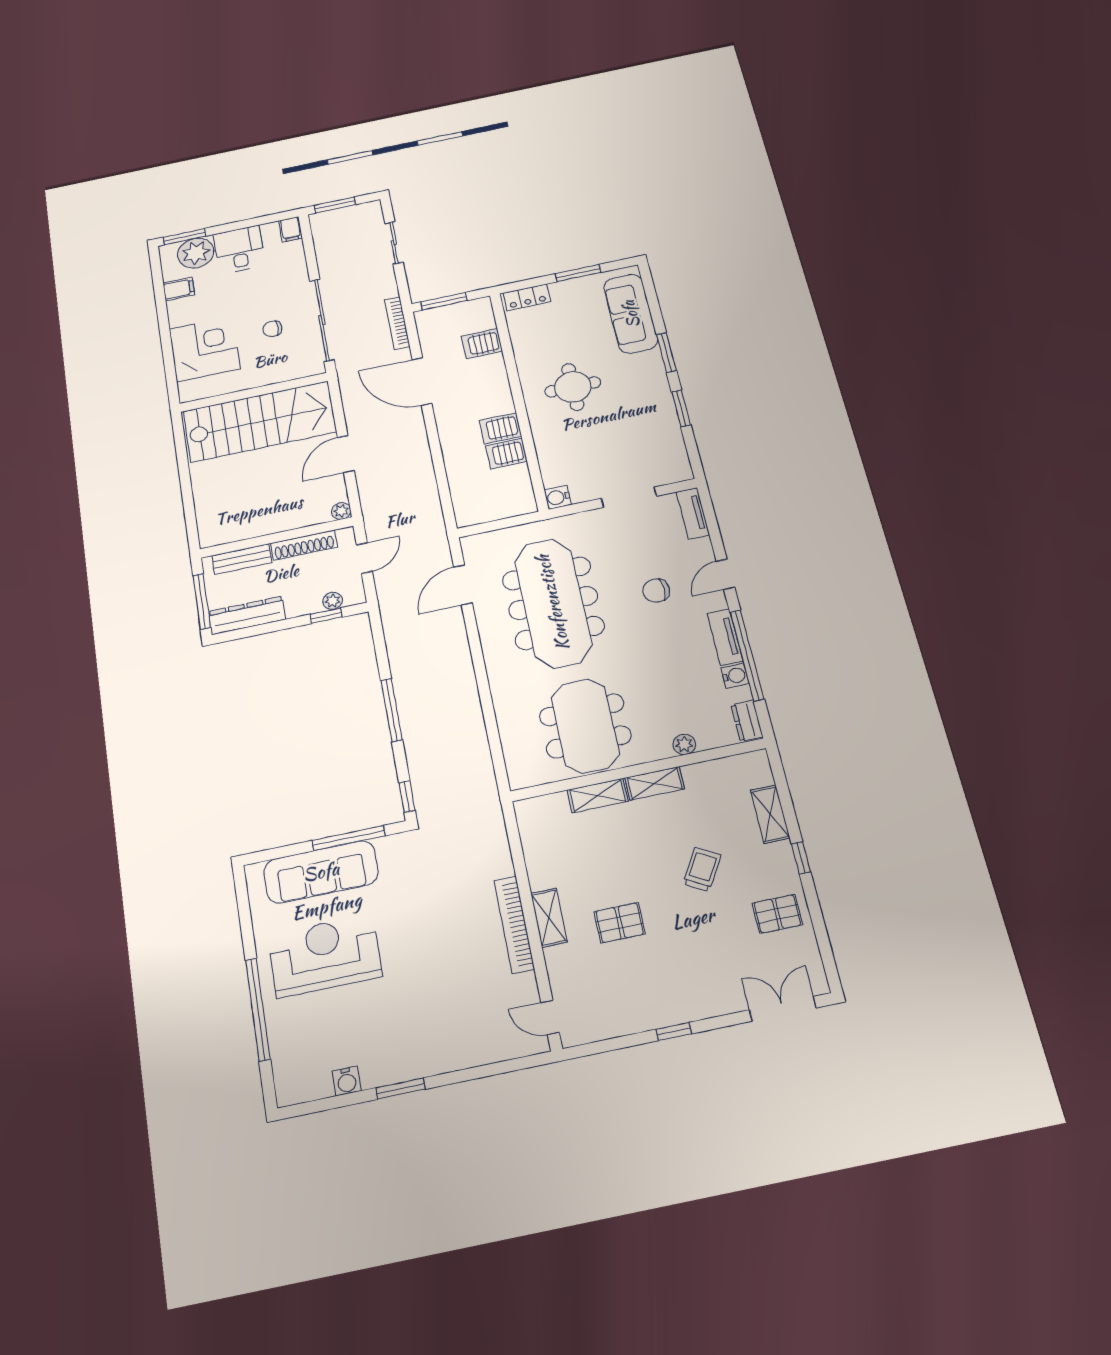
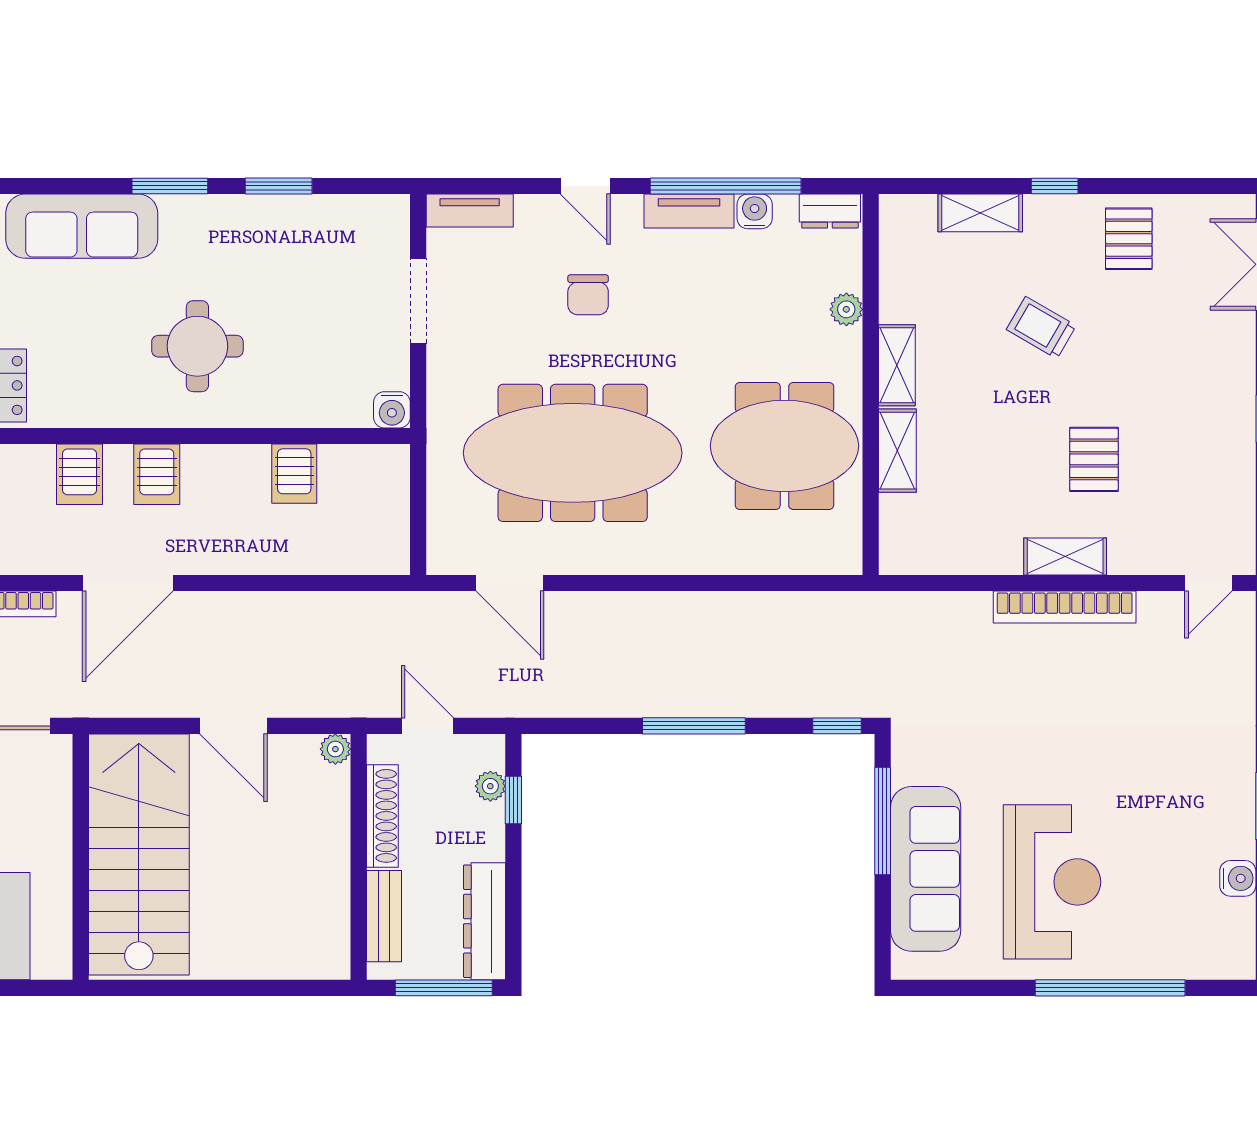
server rack: (501, 428) -> (157, 474), moved
reception desk: (325, 956) -> (1052, 882), turned 180

